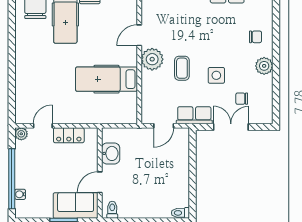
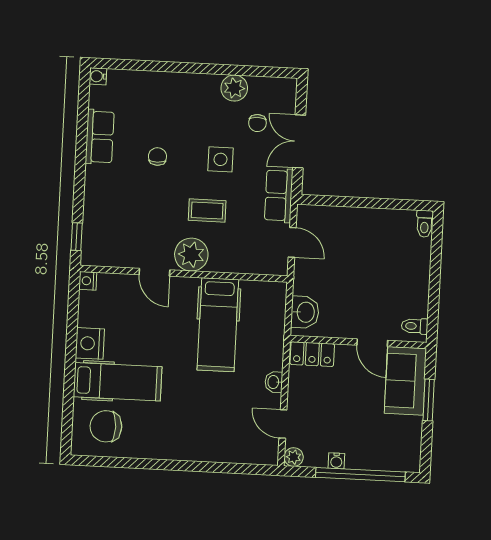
chair: (256, 37) -> (157, 157), moved
plant: (264, 66) -> (234, 88), moved
washbasin: (70, 118) -> (274, 382), added
locker: (69, 135) -> (312, 354), moved, turned 90
washbasin: (111, 153) -> (305, 312), moved, turned 90
water cooler: (20, 194) -> (336, 461), moved

